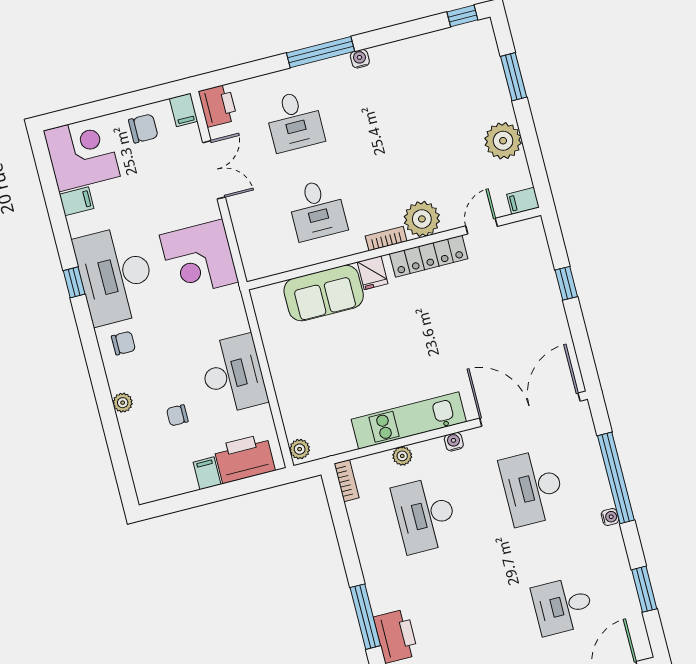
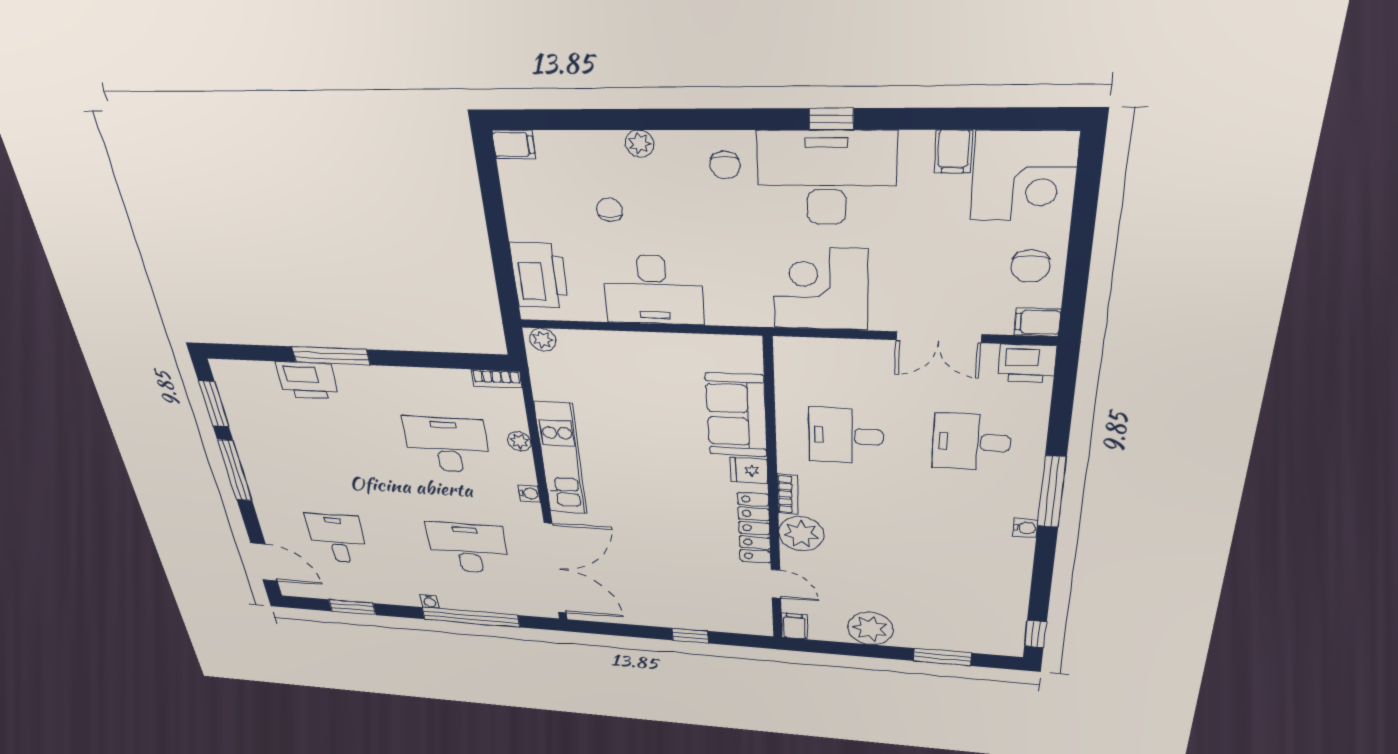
filing cabinet: (207, 473) -> (514, 145), moved

